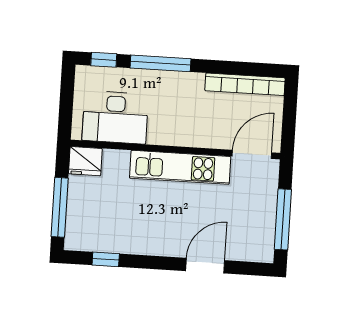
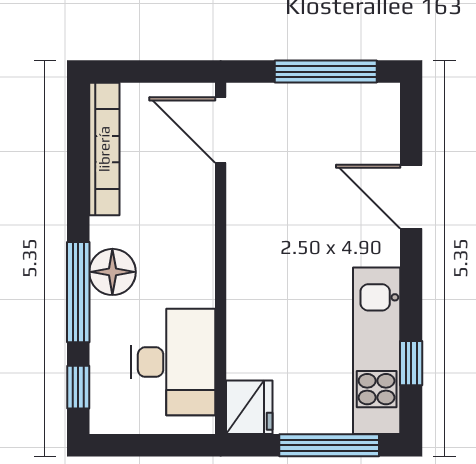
floor lamp: (171, 85) -> (112, 272), added
kitchen unit: (180, 167) -> (377, 351), moved, turned 180

